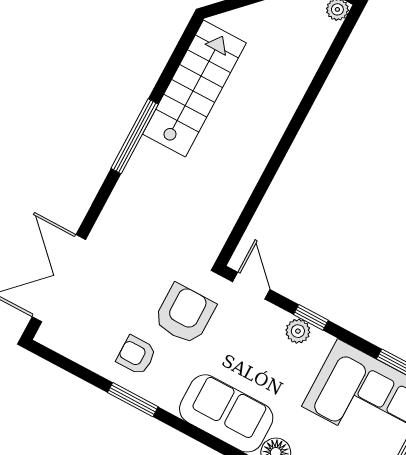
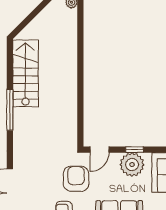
door: (251, 286) -> (100, 150), swing flipped
plant: (298, 331) -> (132, 165), width x1.88, depth x1.88

